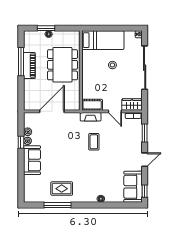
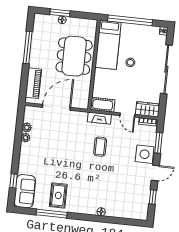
window: (108, 28) -> (130, 20), added
bed: (103, 40) -> (108, 45), moved, turned 90
piano: (29, 66) -> (33, 83), moved
window: (21, 142) -> (13, 181), moved
side table: (134, 144) -> (145, 154), added
sofa: (32, 160) -> (25, 191), moved
sofa: (133, 187) -> (139, 202), removed
rug: (62, 189) -> (58, 195), turned 90
window: (145, 191) -> (153, 197), moved

